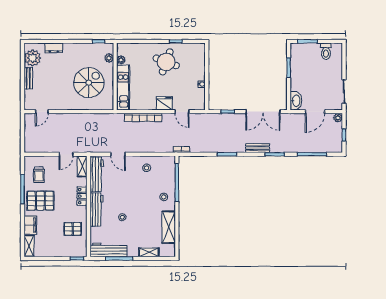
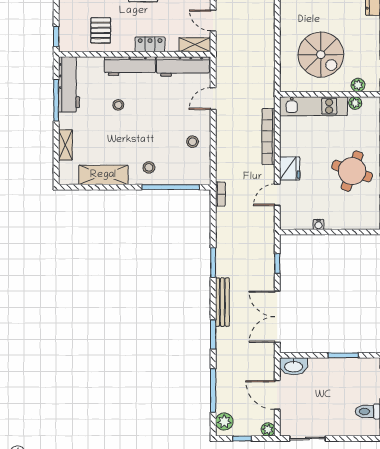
plant: (333, 147) -> (224, 422), added
bench: (258, 148) -> (222, 302), width x1.36

